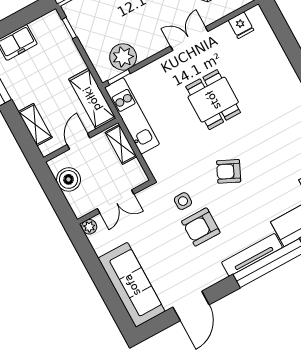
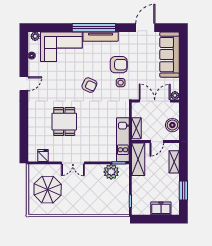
dining table: (213, 100) -> (64, 122), moved
double door: (116, 201) -> (155, 101), width x1.37

